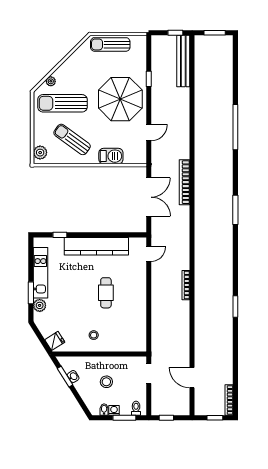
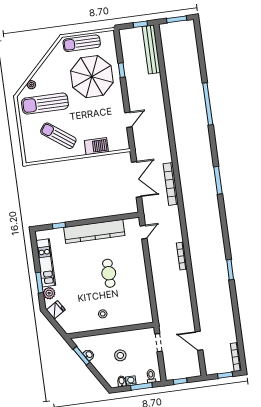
parasol: (120, 99) -> (92, 77), moved
plant: (40, 153) -> (30, 152), removed
bookcase: (185, 182) -> (171, 184), moved
fridge: (55, 341) -> (56, 310), moved

